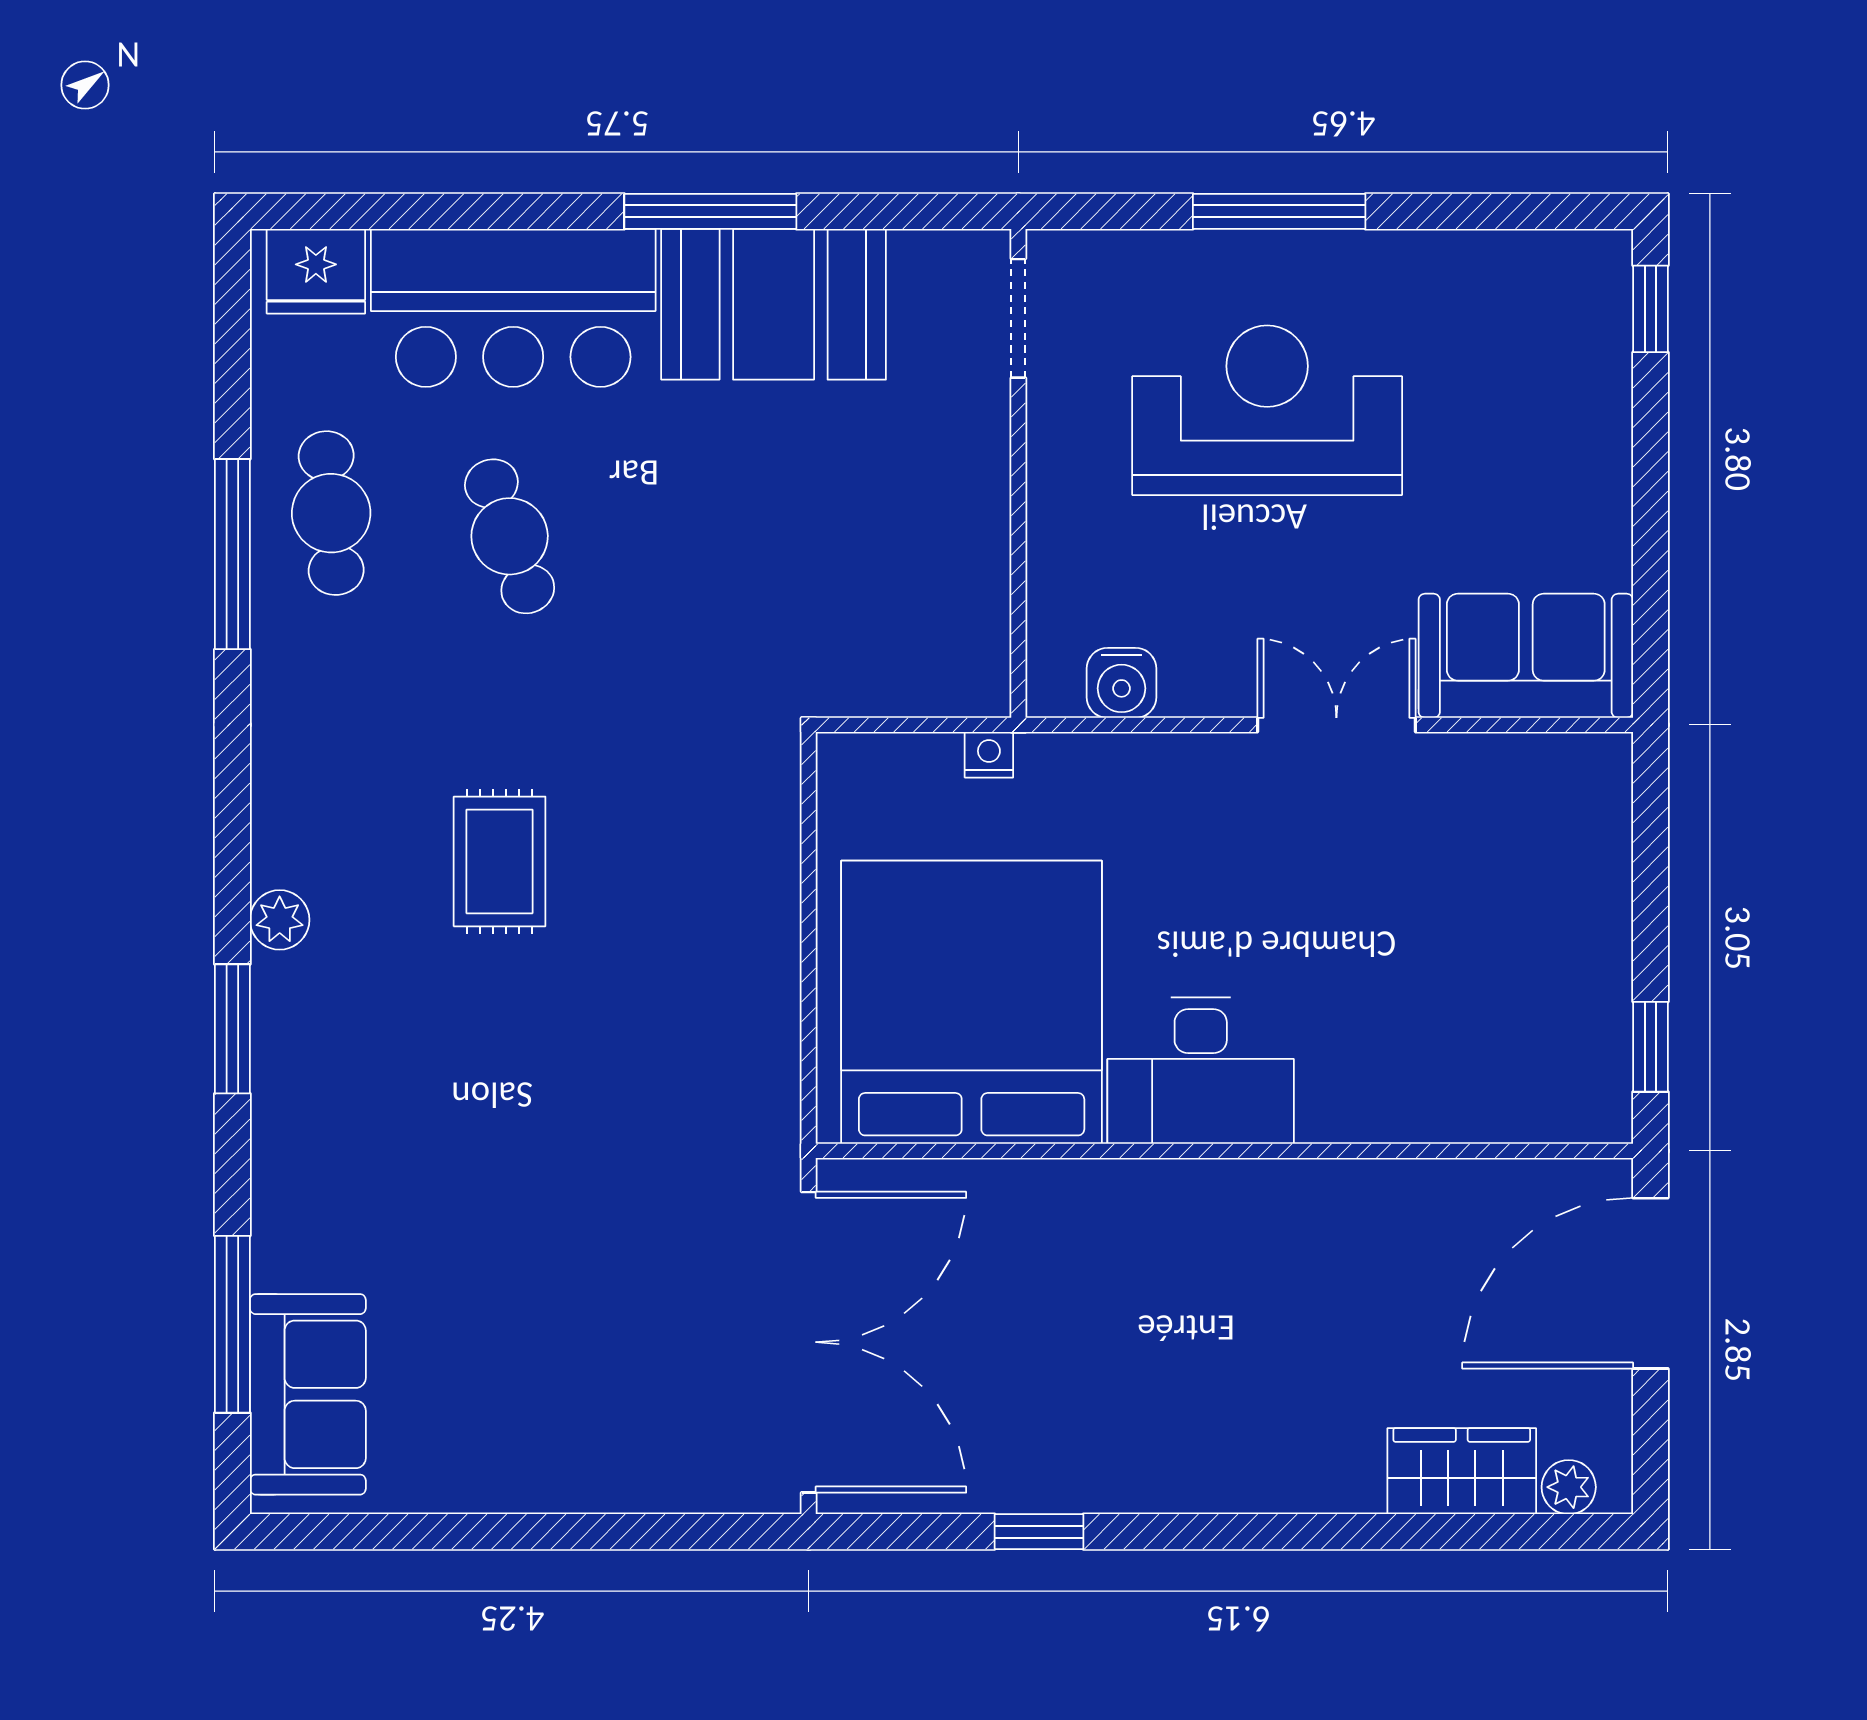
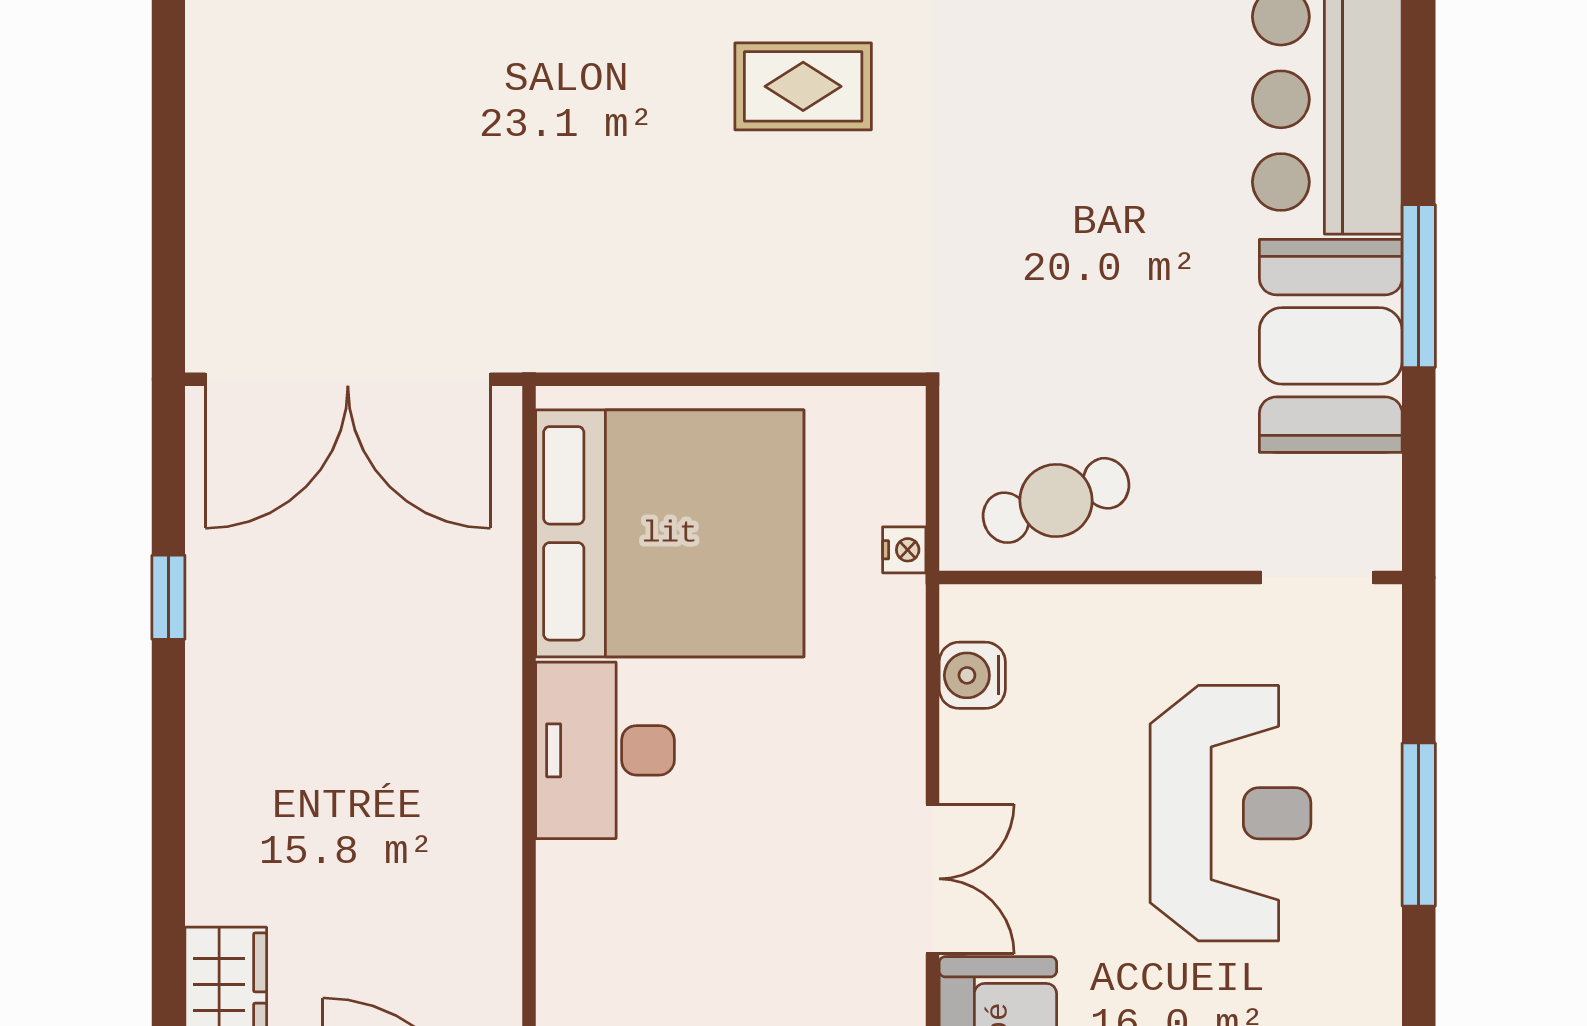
cafe table: (510, 536) -> (1056, 500), moved

